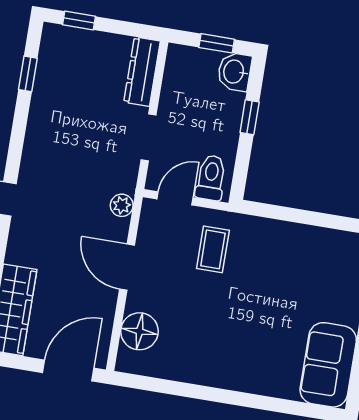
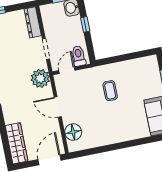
plant: (122, 205) -> (40, 78), width x1.88, depth x1.88
coffee table: (213, 249) -> (110, 91), moved

